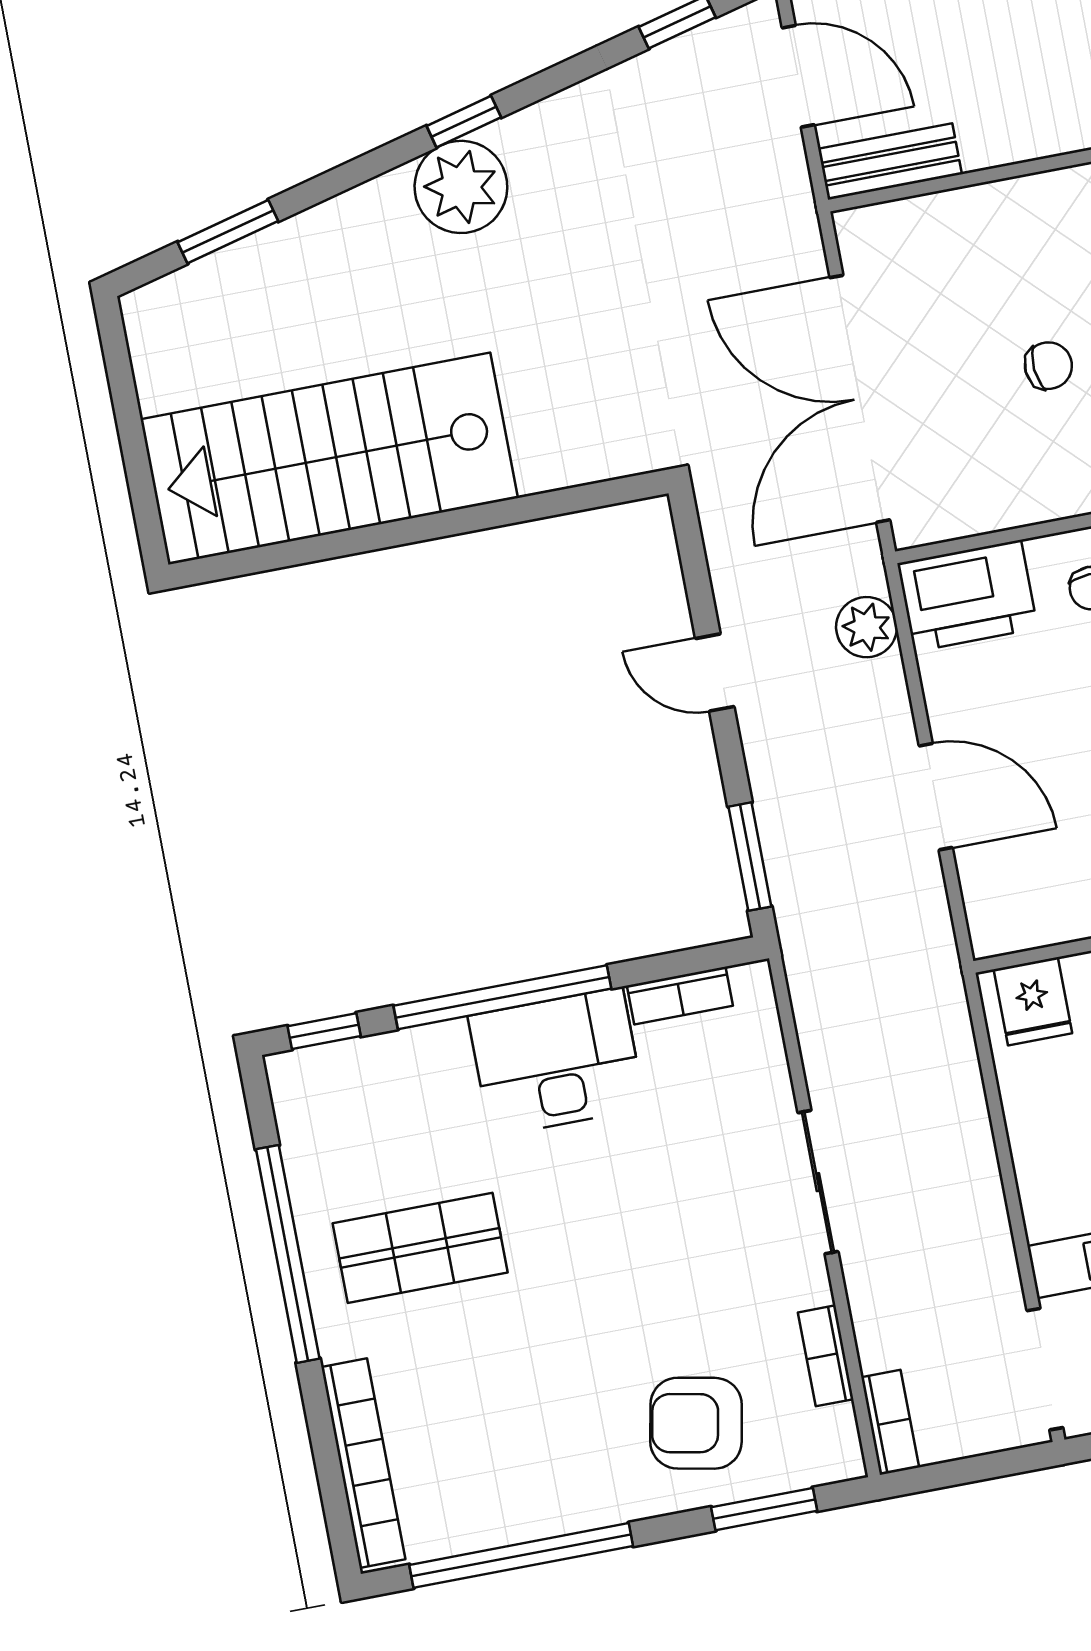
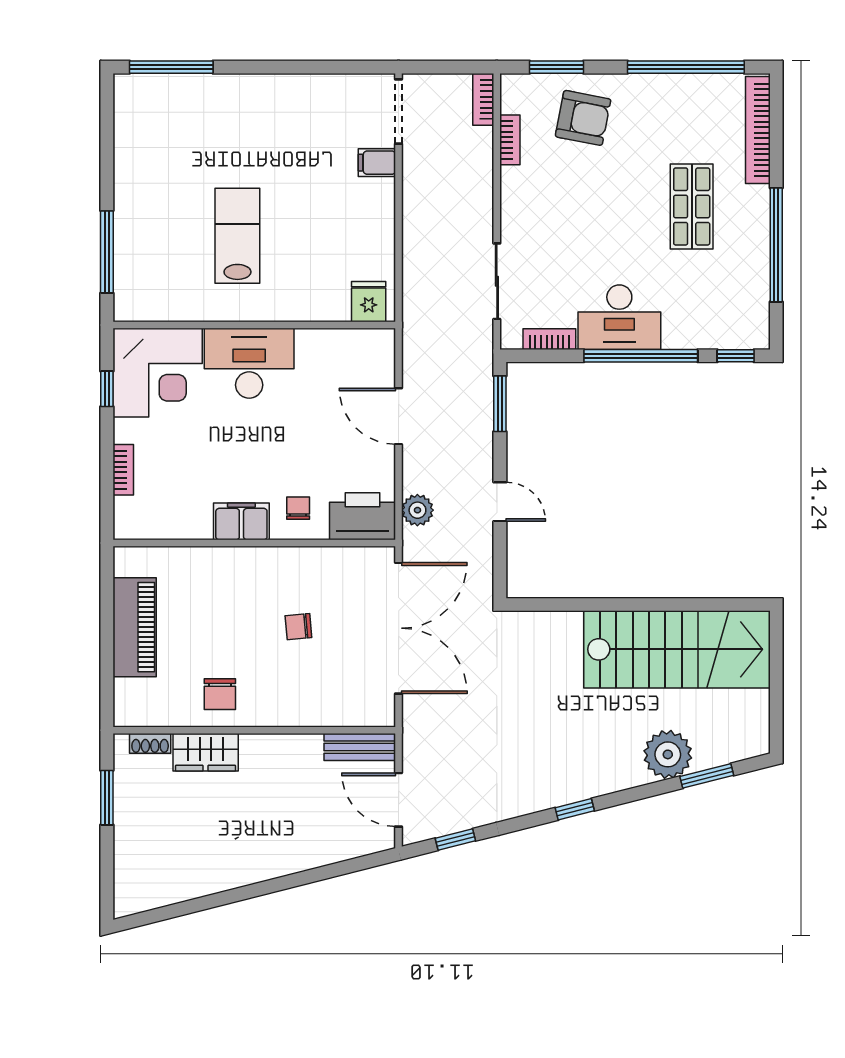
plant: (461, 187) -> (668, 754), moved
sliding door: (818, 1182) -> (497, 281), moved
shop shelf: (420, 1248) -> (692, 206), moved, turned 90

